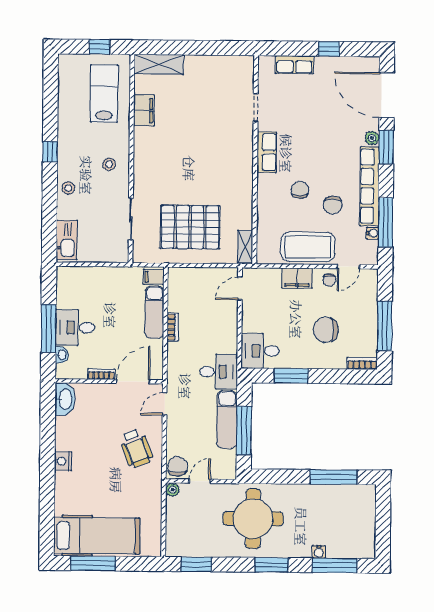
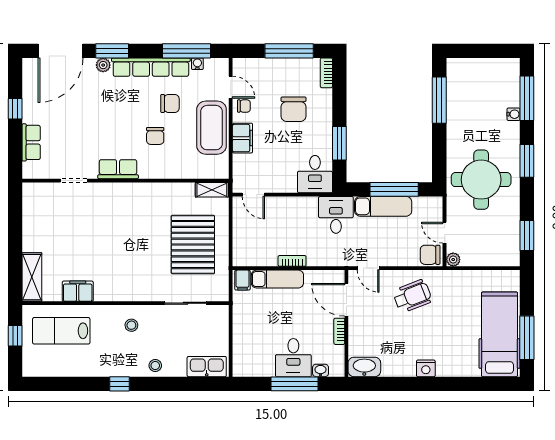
chair: (300, 190) -> (155, 136), turned -90

